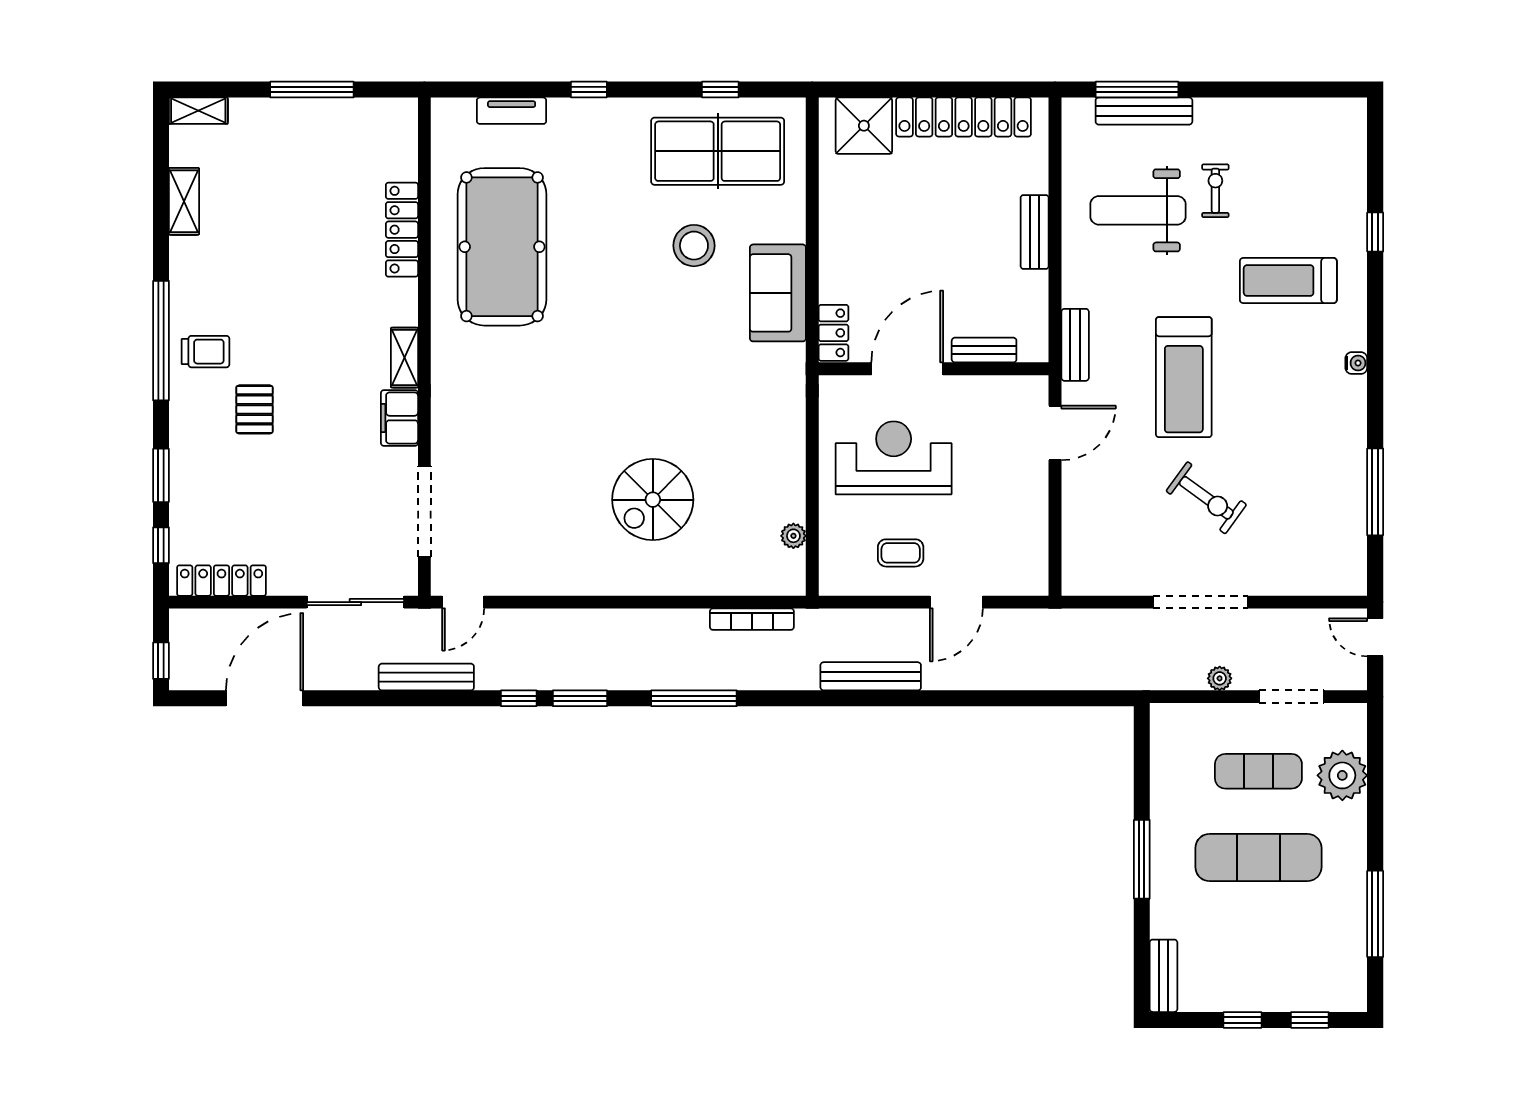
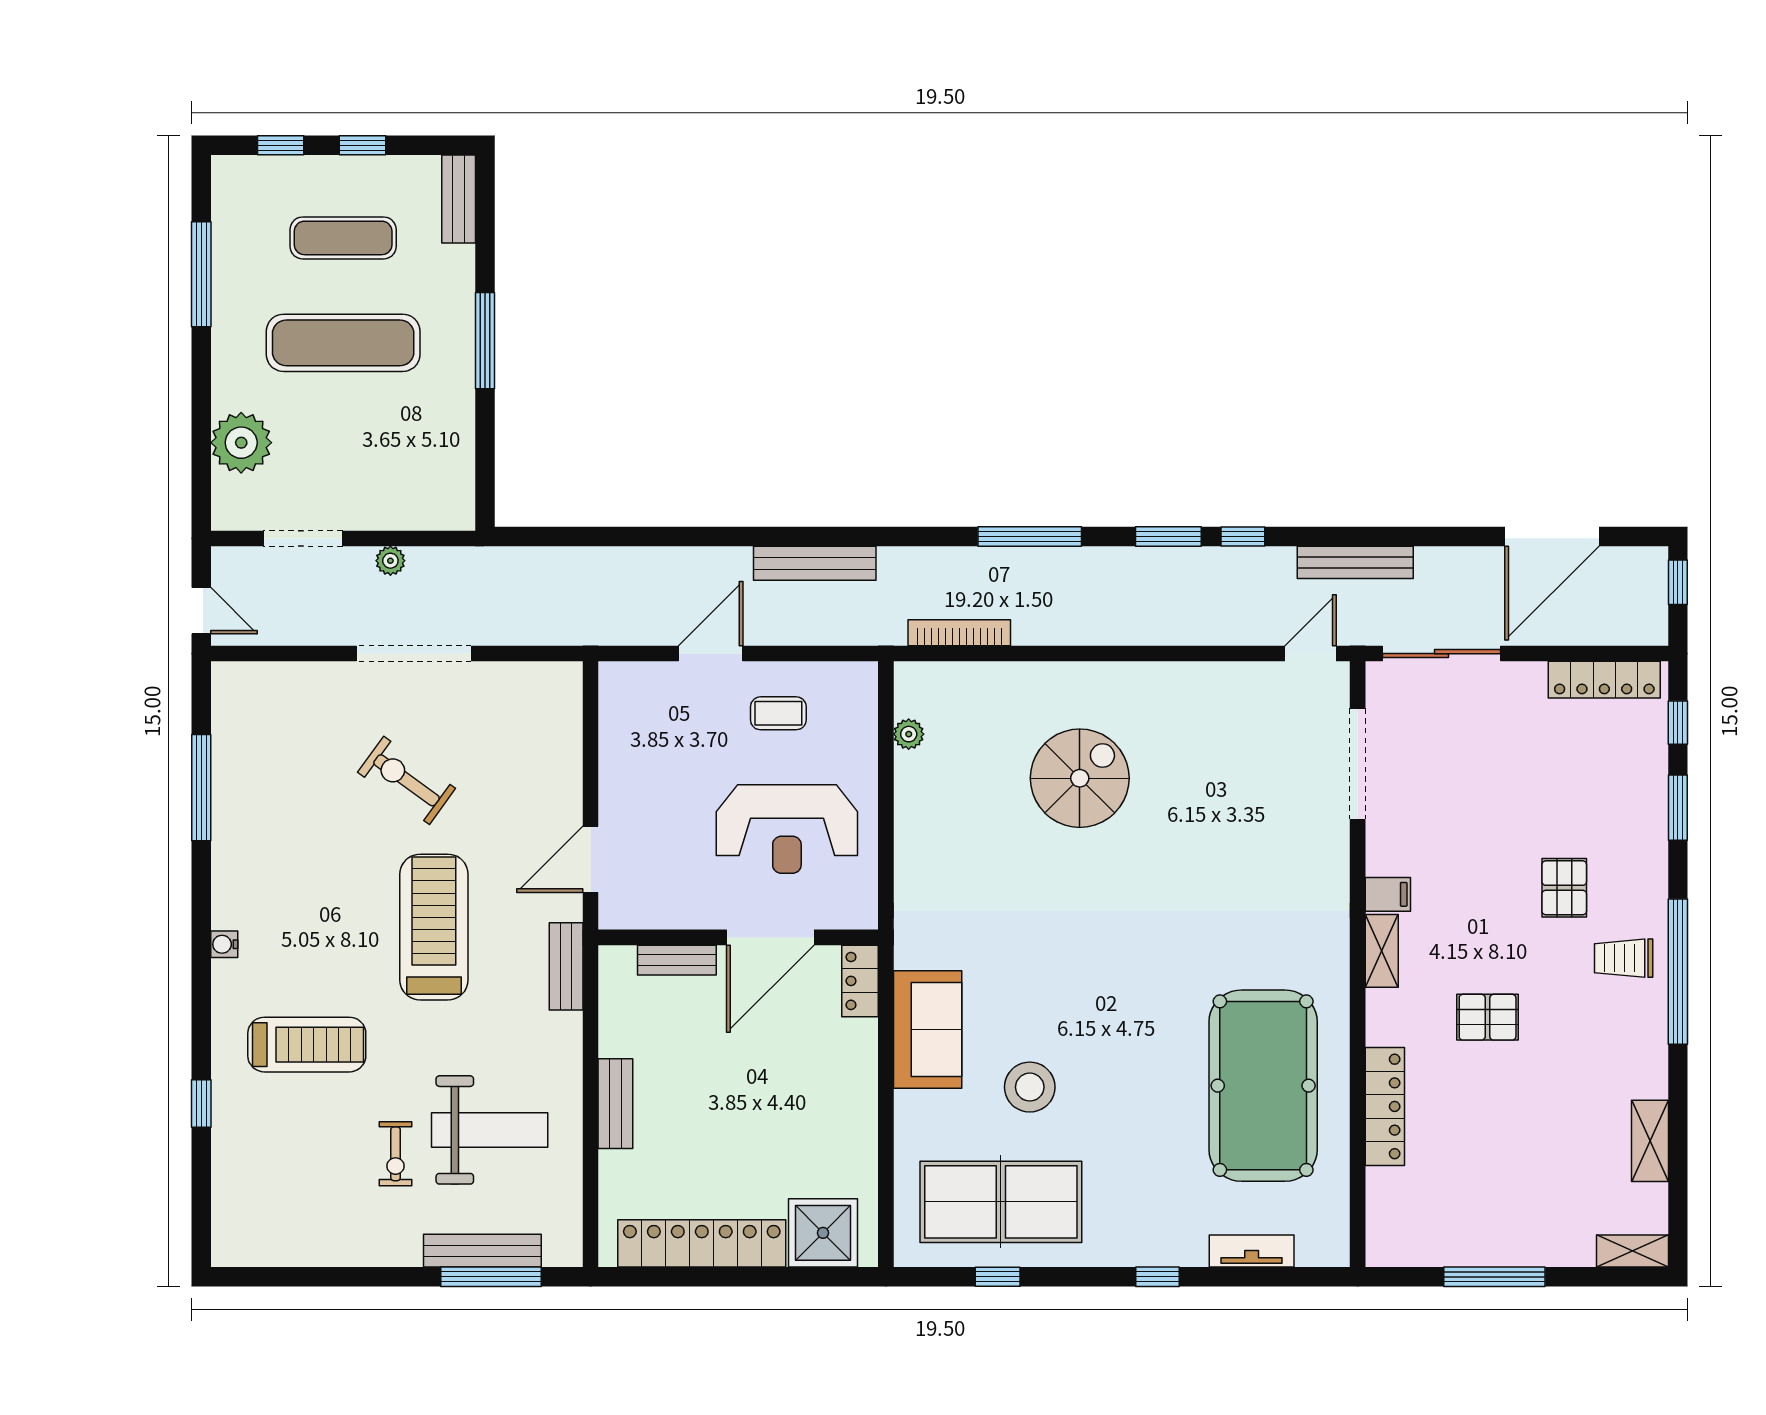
pallet: (318, 303) -> (1488, 1017), added
filing cabinet: (399, 418) -> (1388, 894), width x0.50
exercise mat: (1258, 771) -> (343, 238), moved

